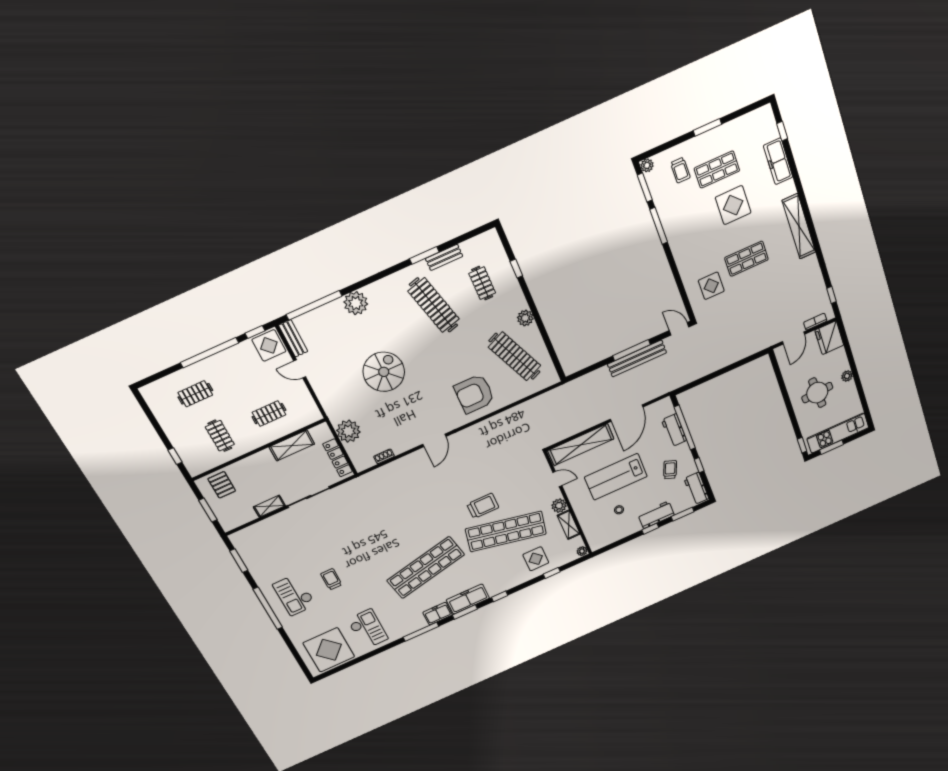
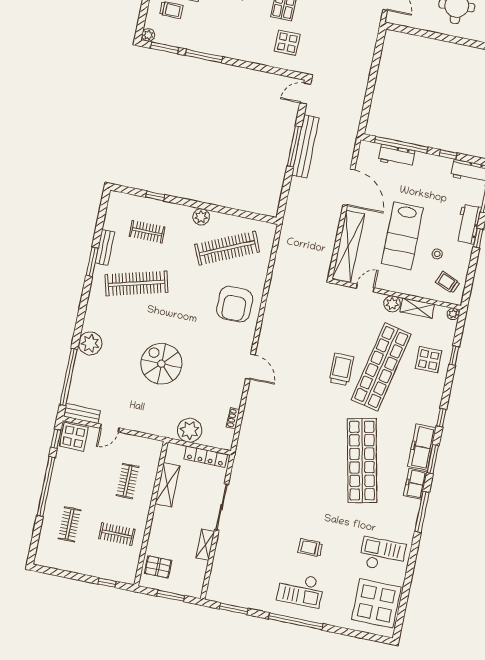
trolley: (670, 470) -> (448, 282), moved

